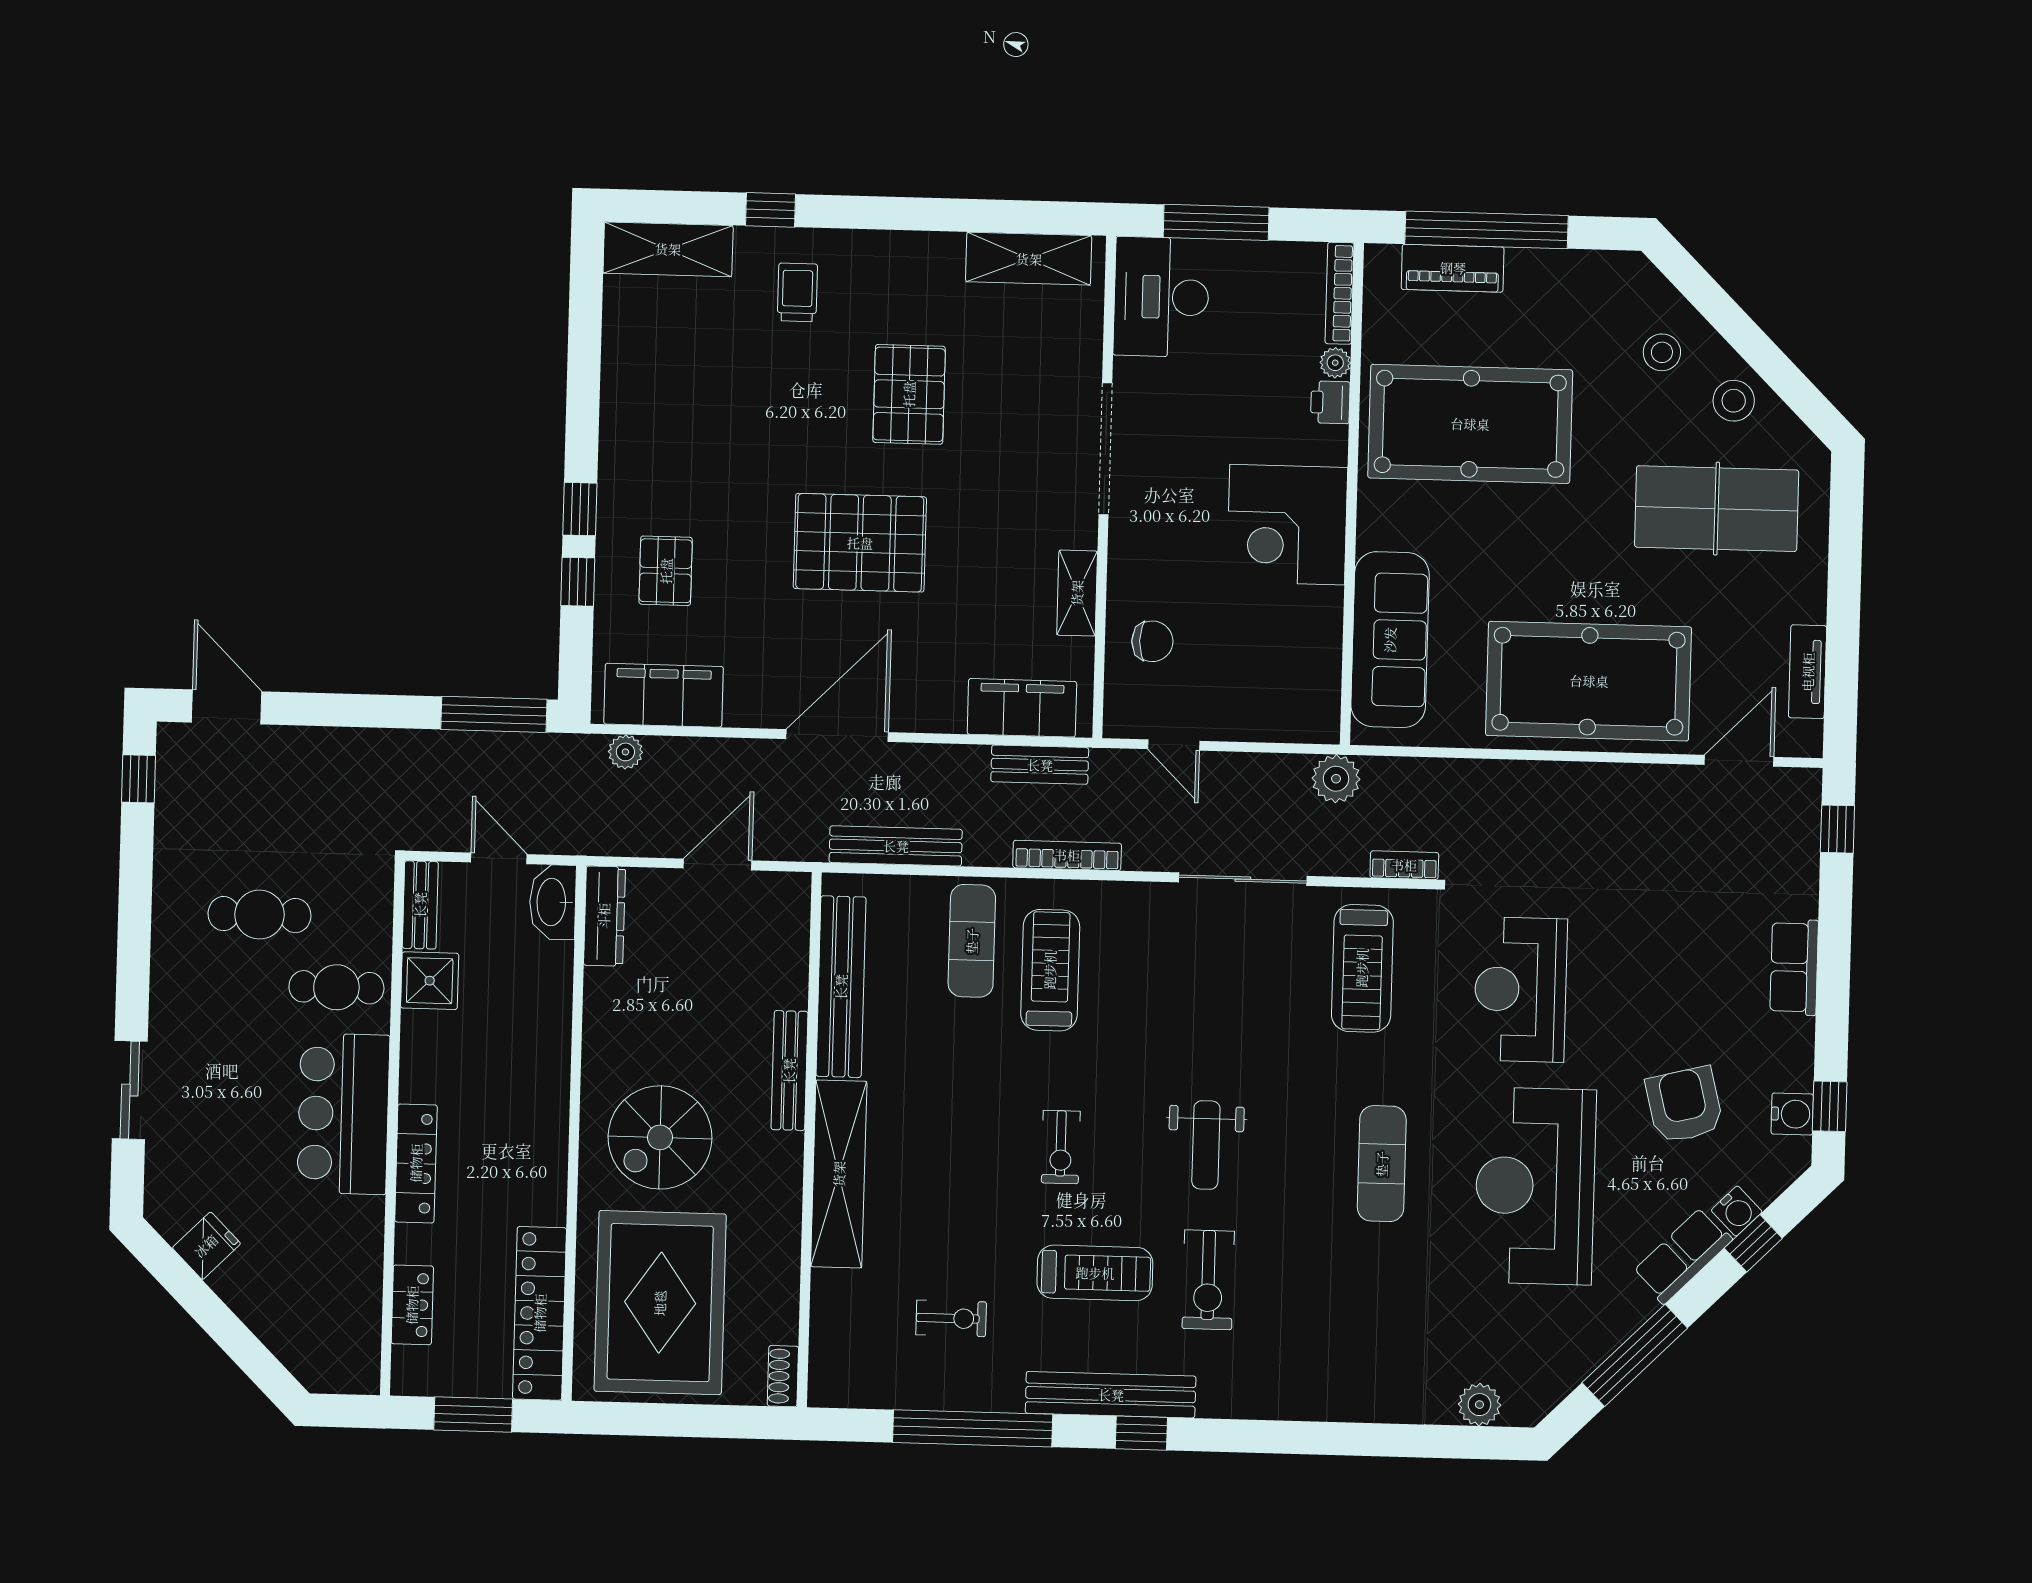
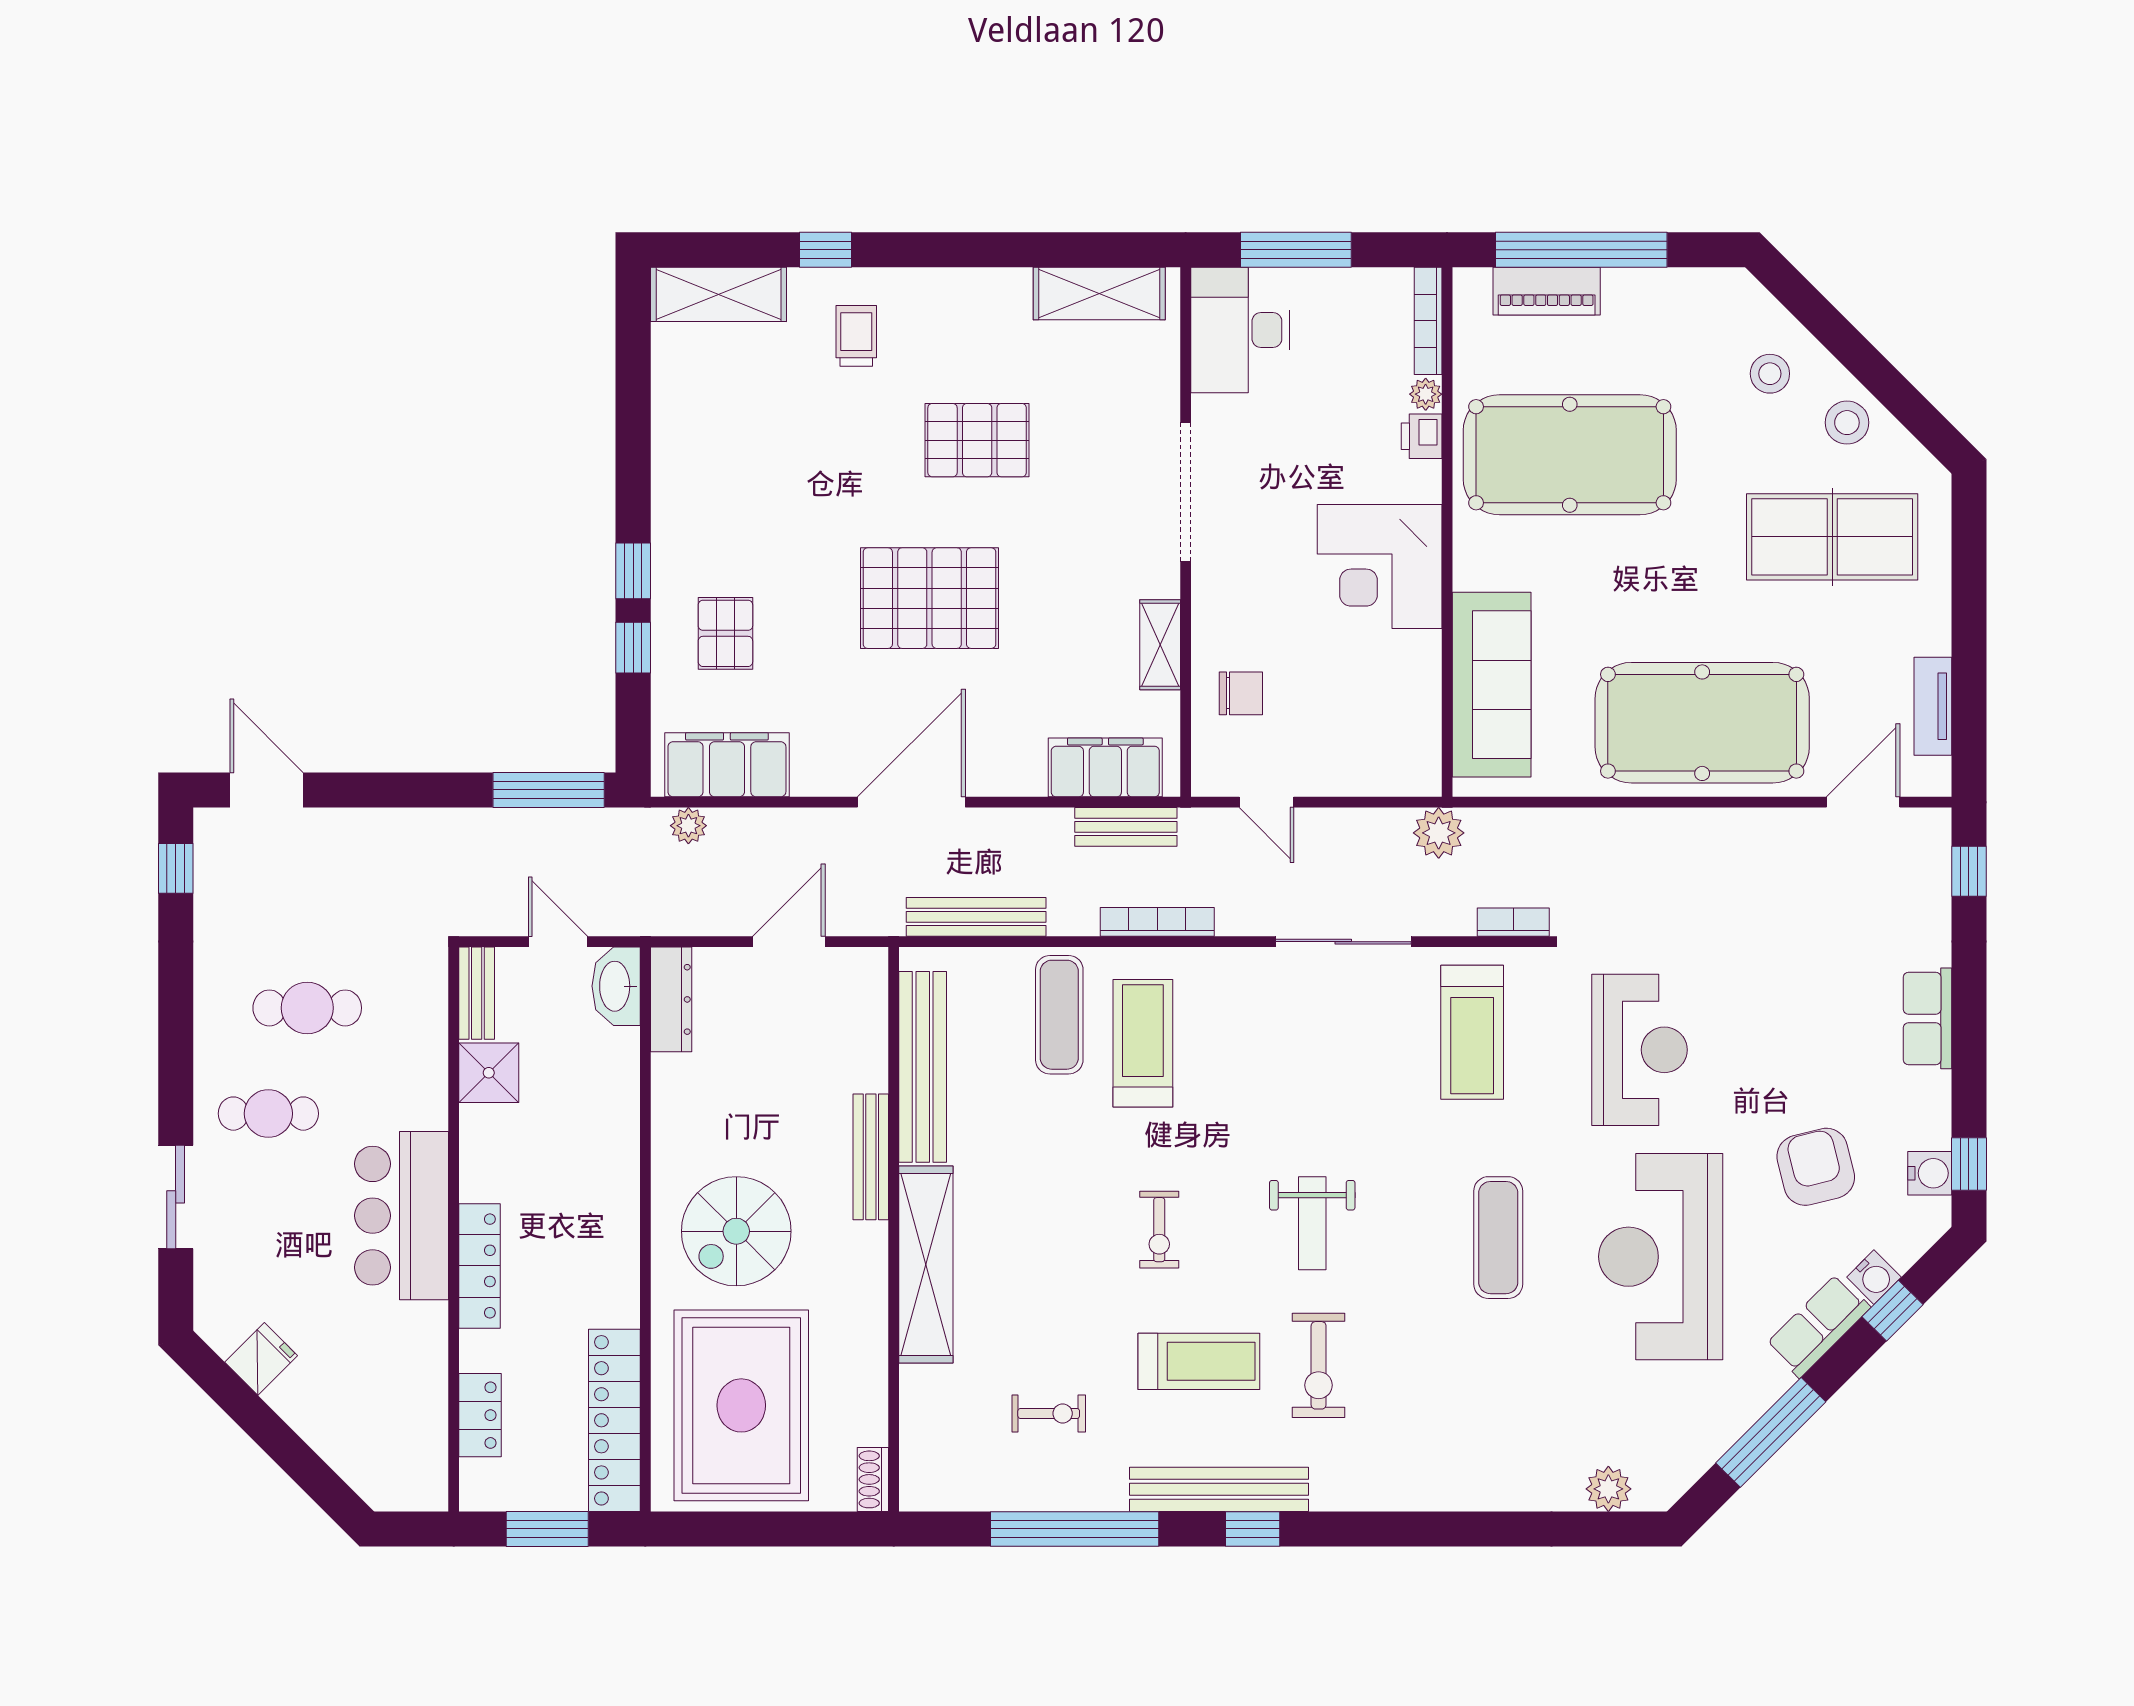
pallet: (909, 394) -> (977, 440), turned 90
cafe table: (336, 987) -> (268, 1114), moved
reception desk: (1521, 989) -> (1639, 1050), turned 180

